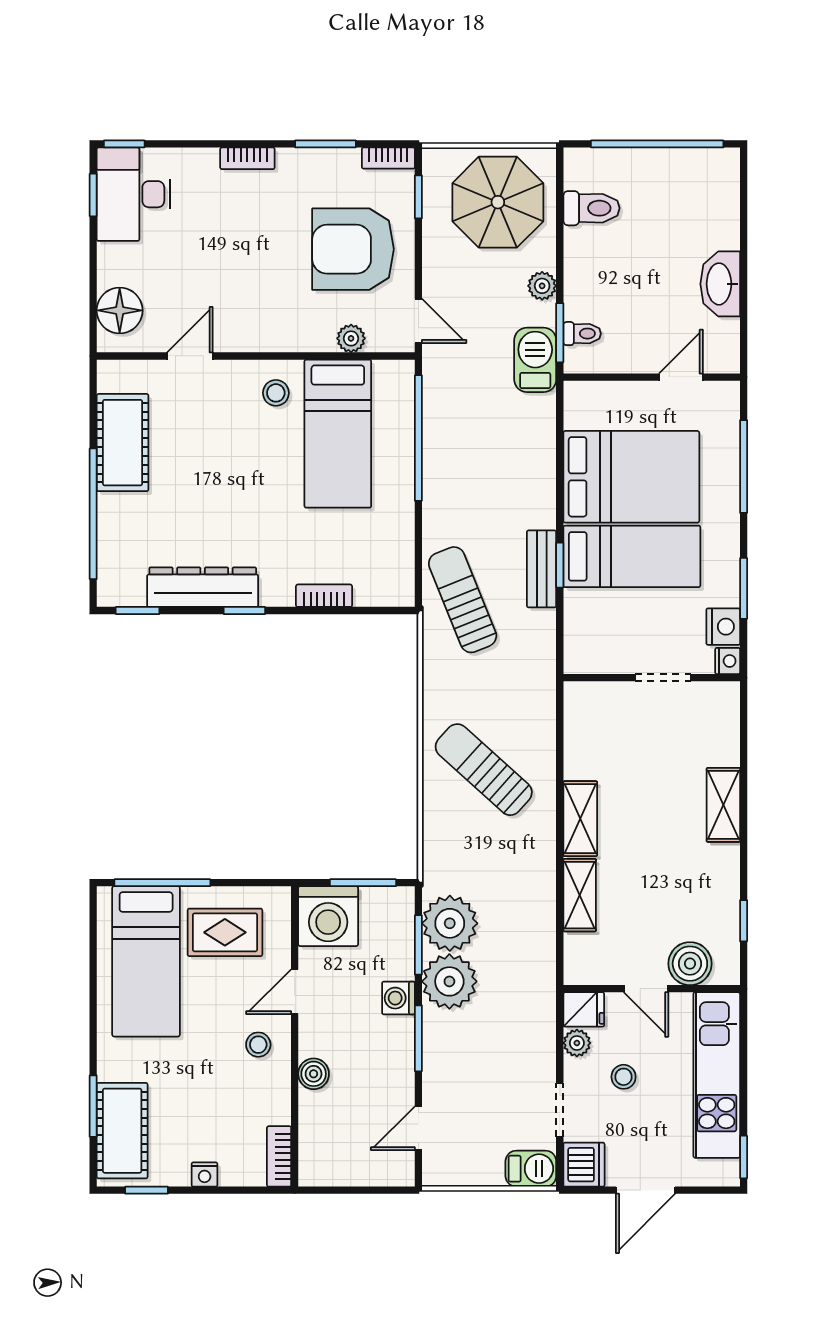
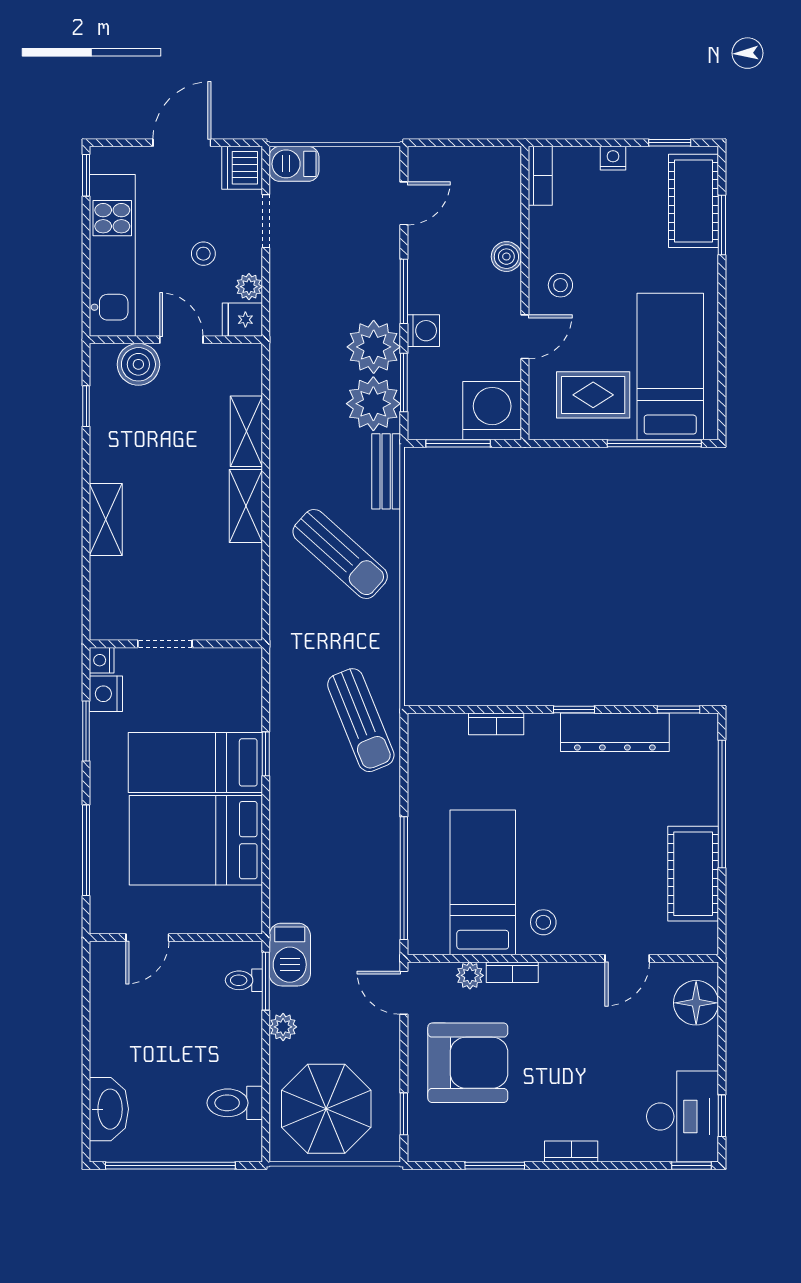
bookcase: (388, 158) -> (512, 972), moved, turned 180
washbasin: (720, 284) -> (109, 1109), moved
bench: (542, 569) -> (386, 471), moved

